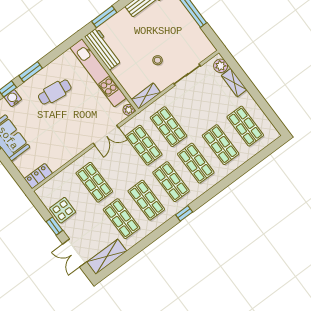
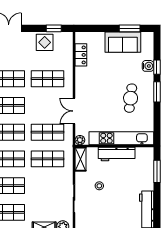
workbench: (103, 49) -> (117, 154), moved
locker: (38, 176) -> (81, 55), moved
window: (54, 226) -> (54, 28), moved

